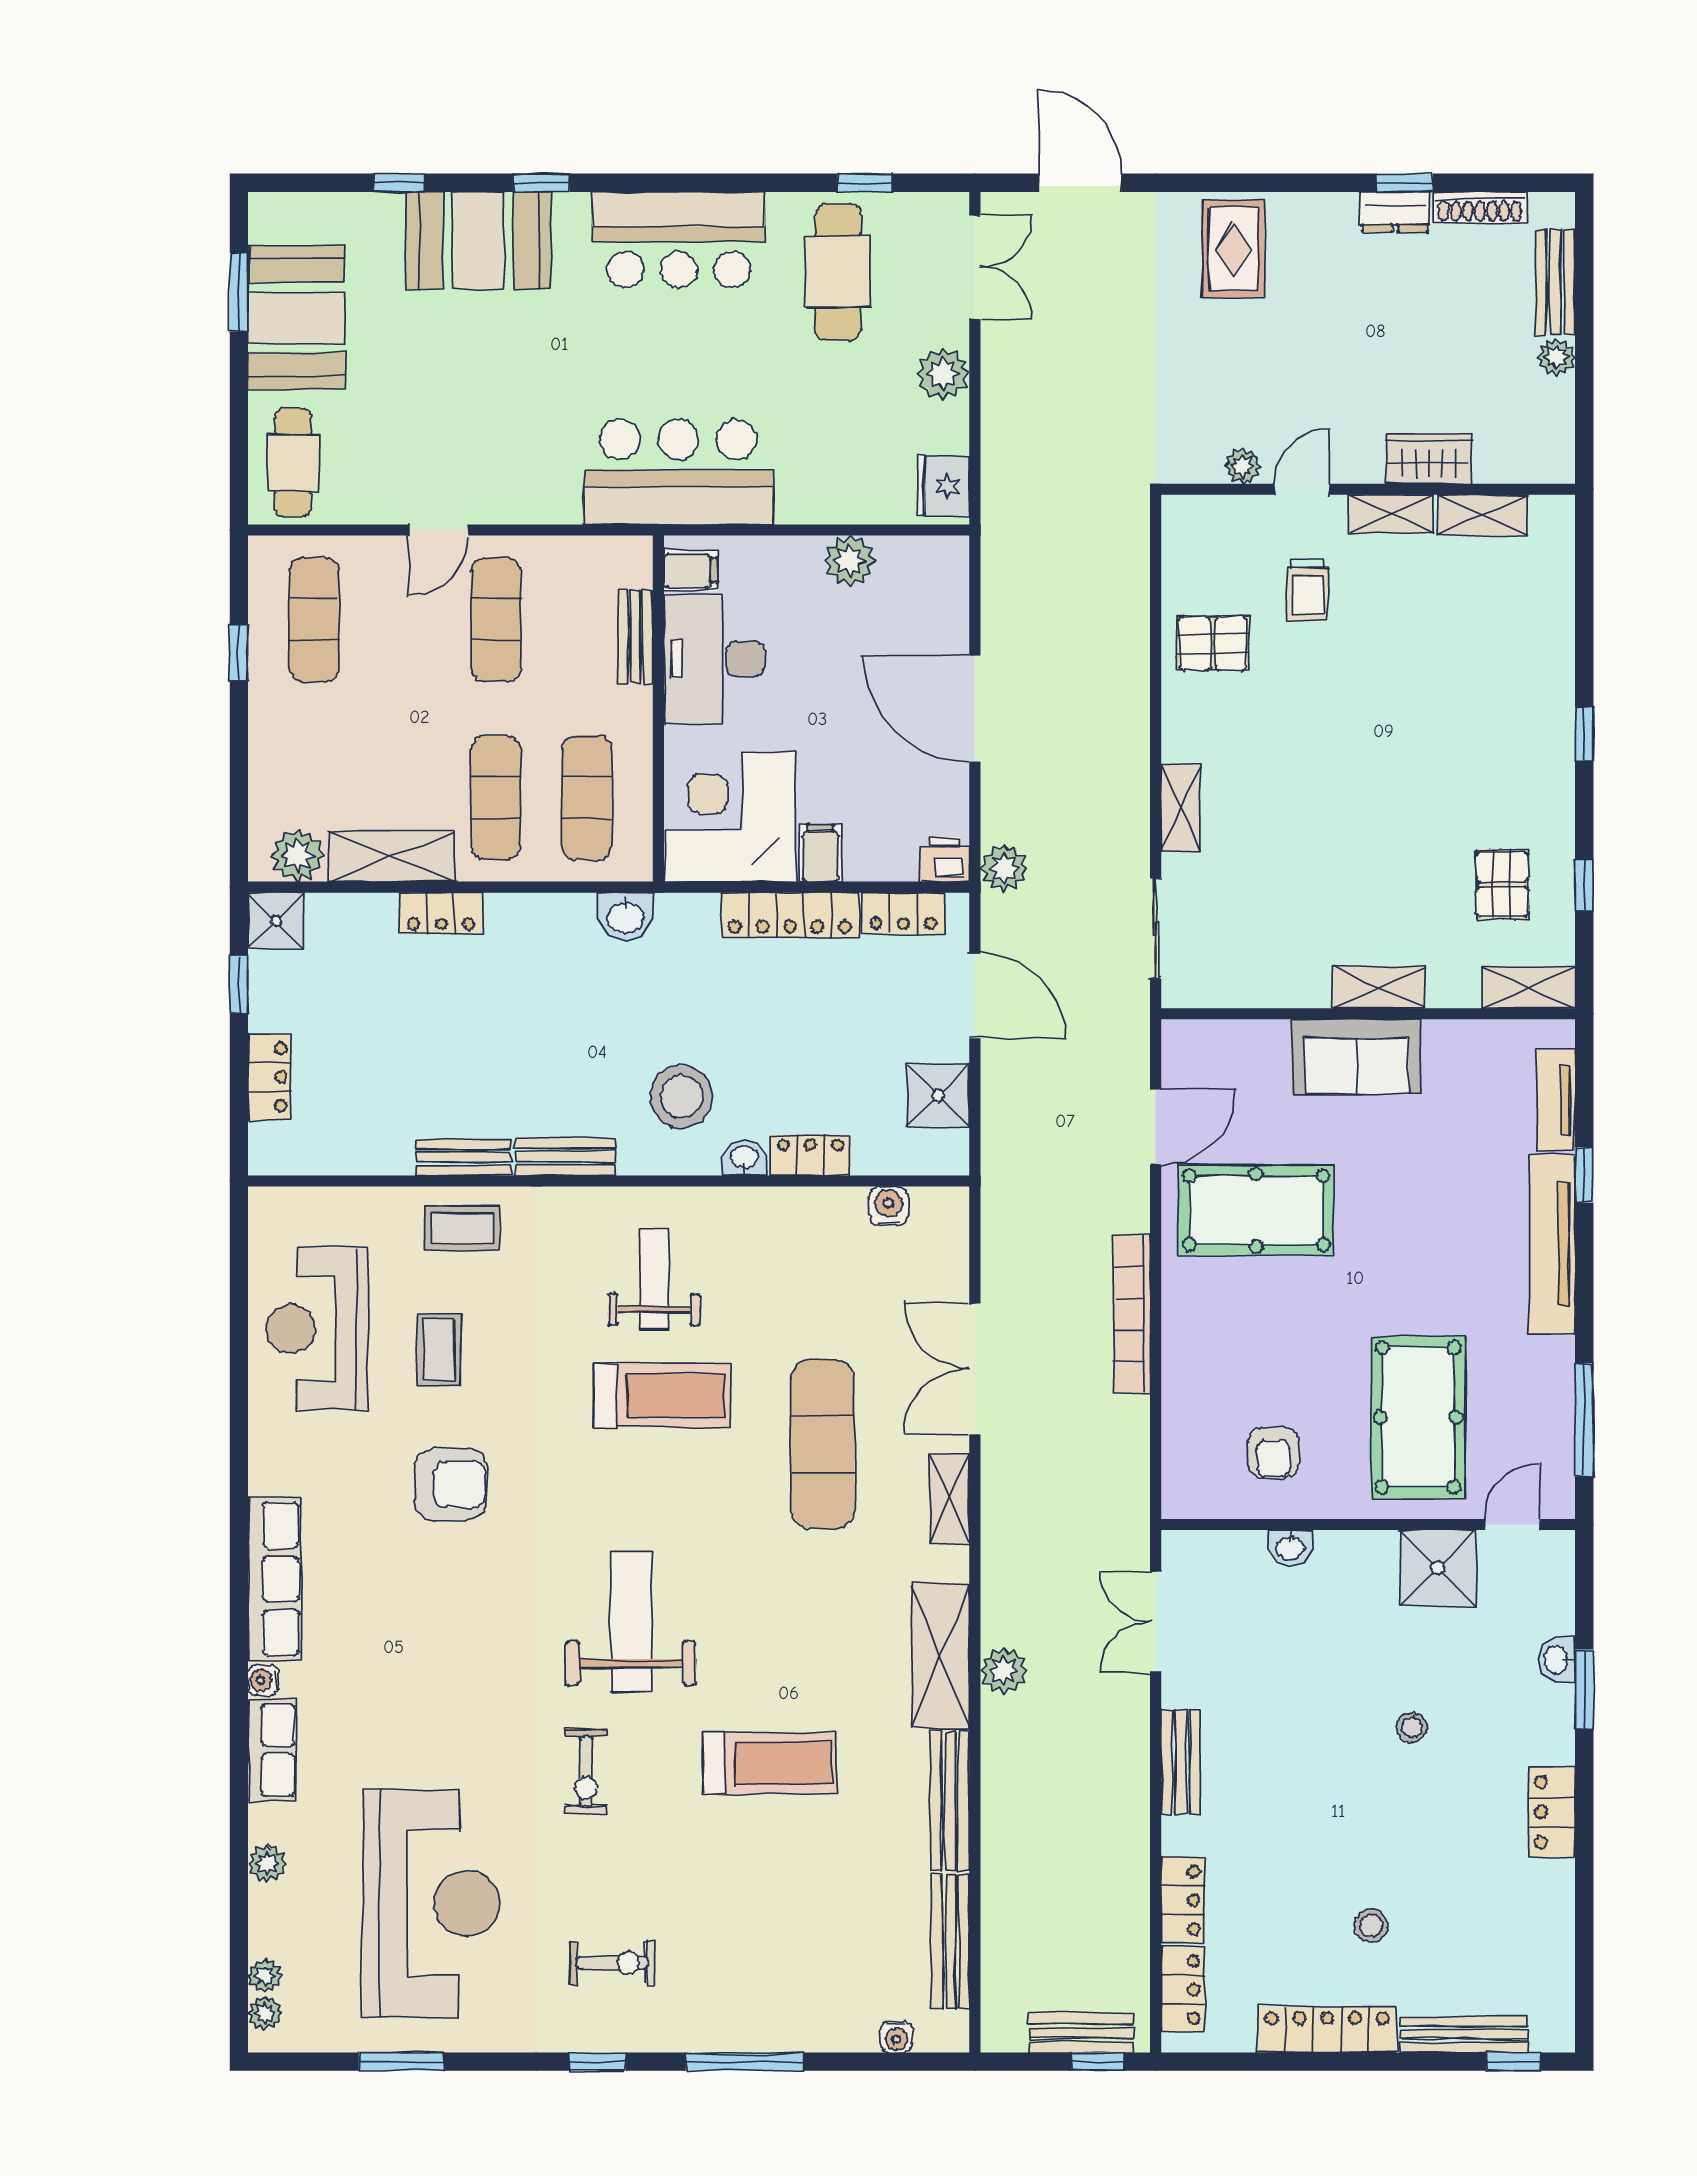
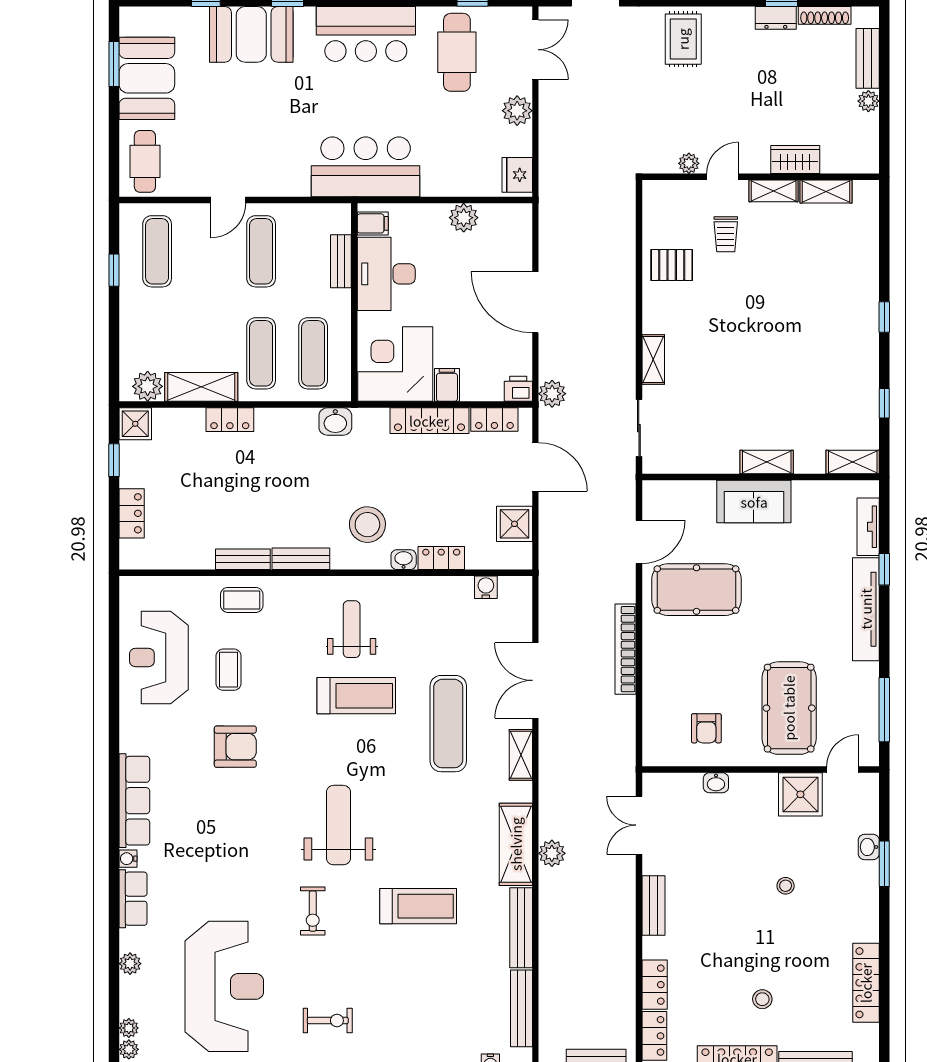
pallet: (1502, 884) -> (837, 403), removed
locker: (1552, 1812) -> (866, 983), moved, width x1.53

